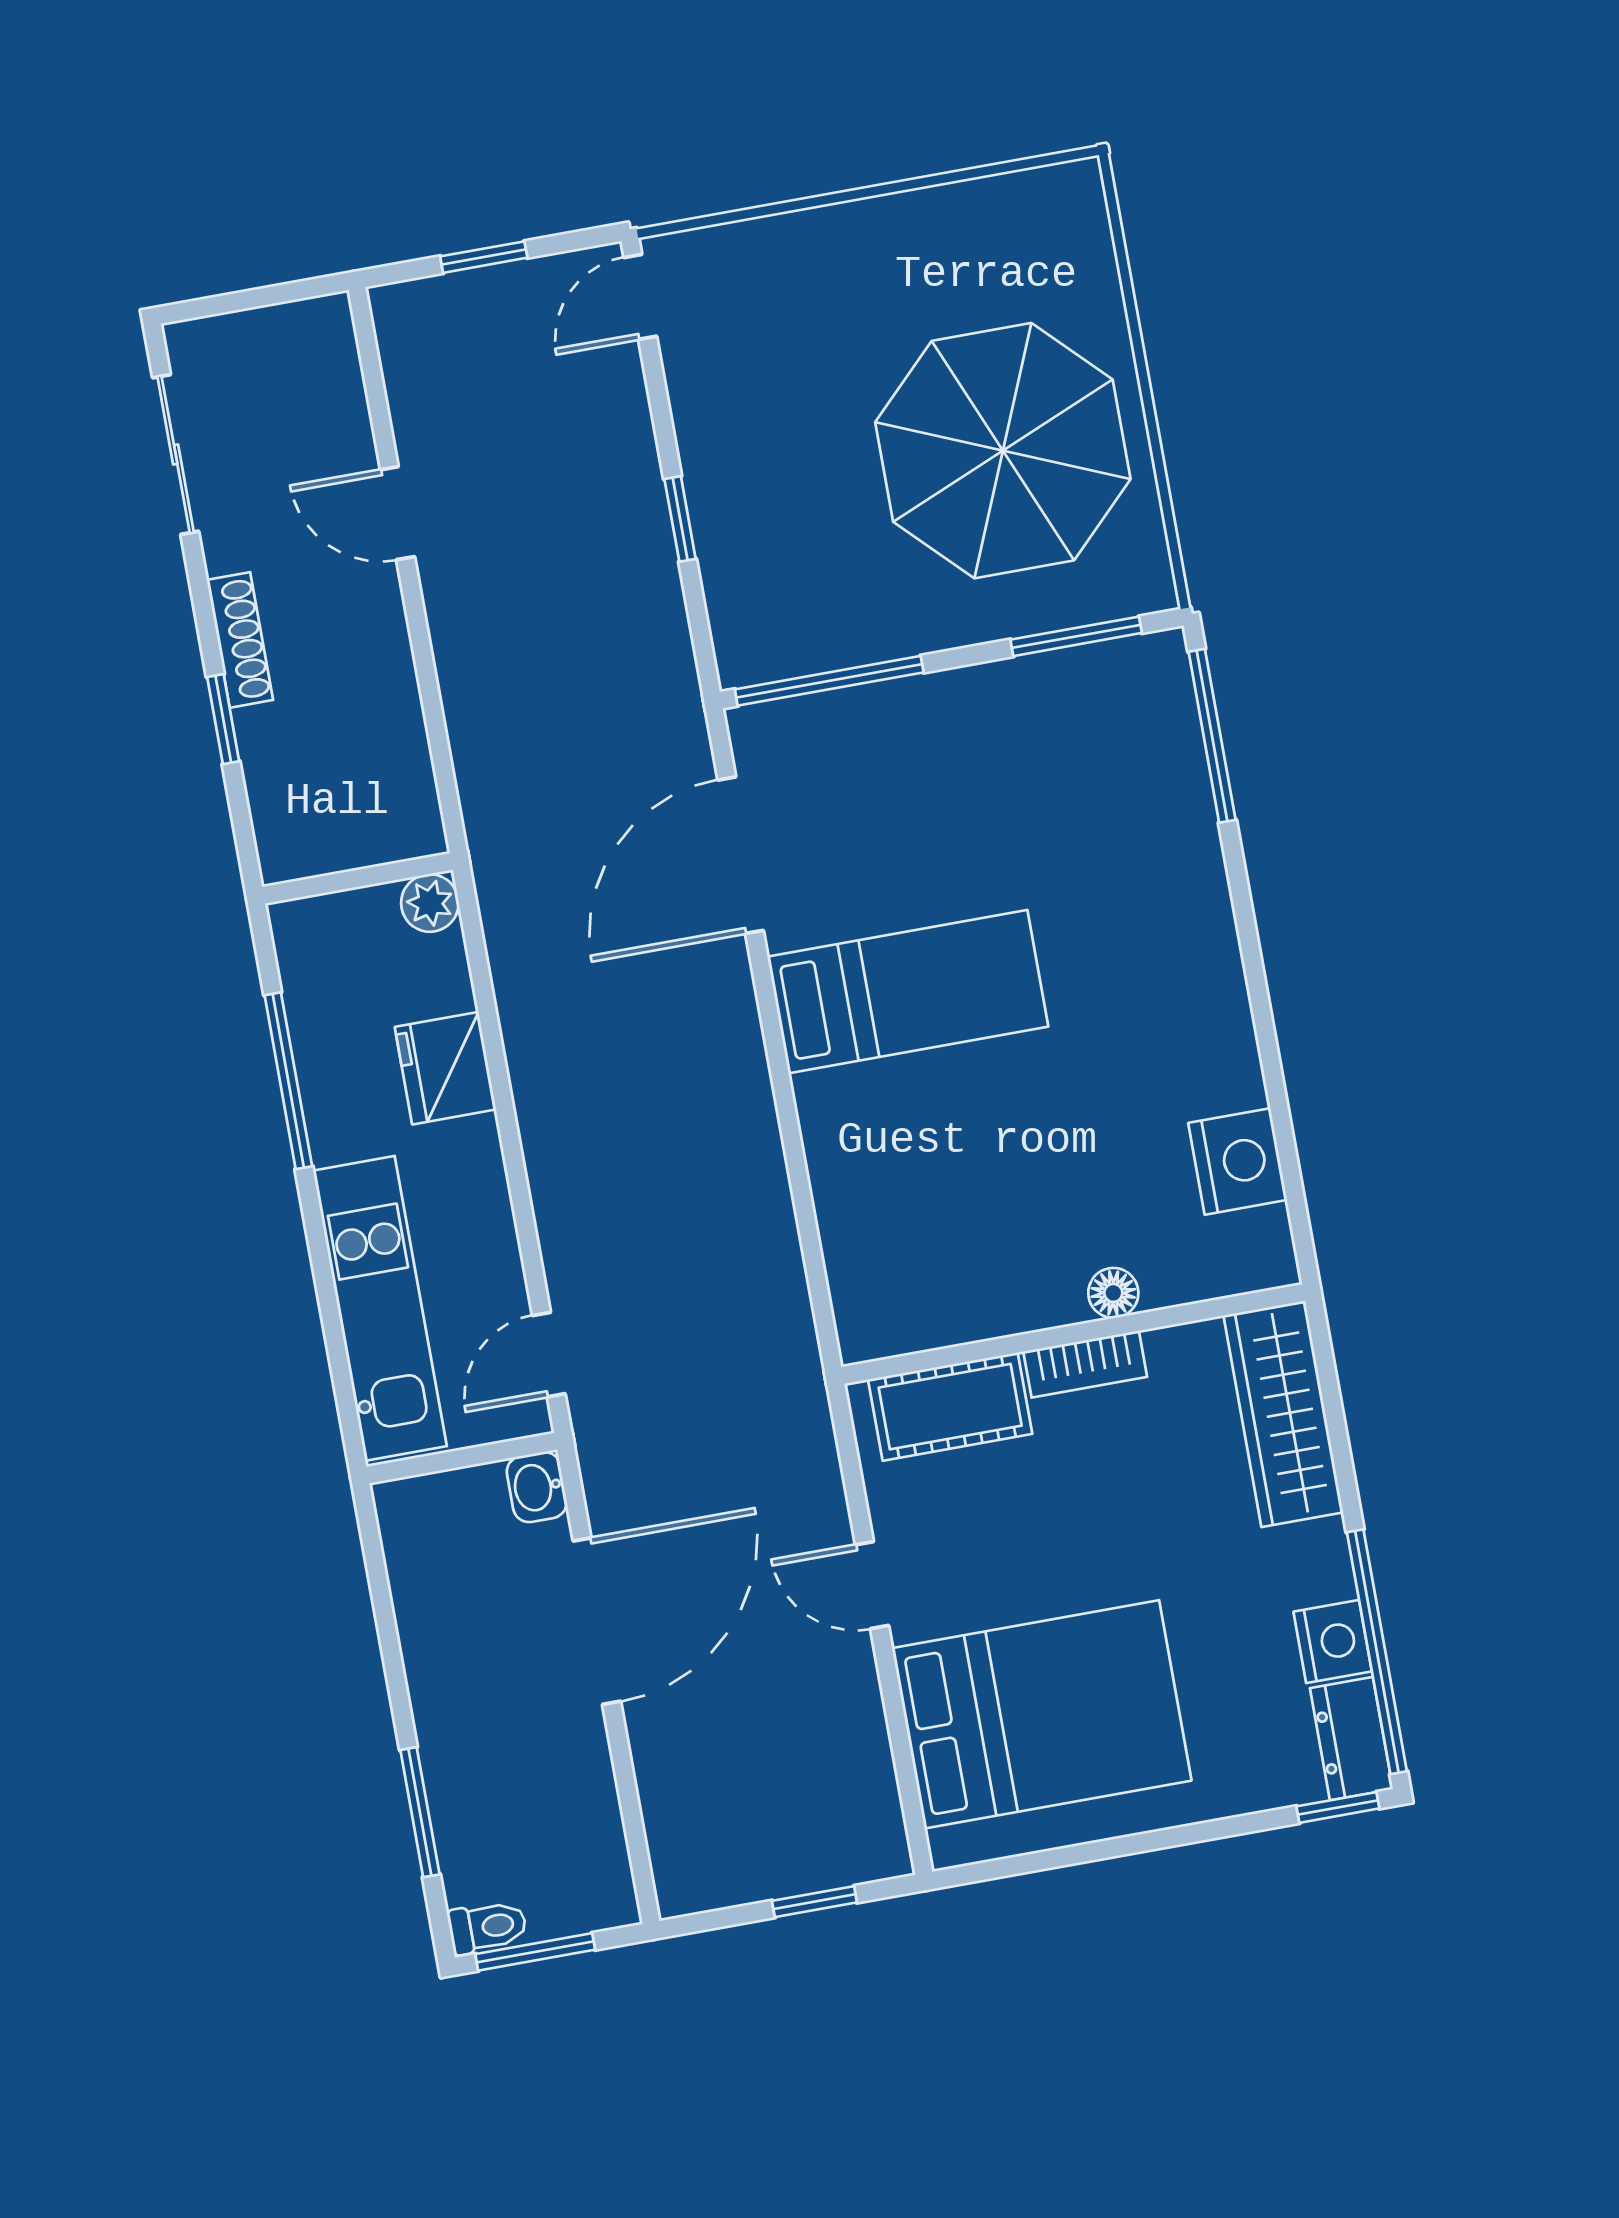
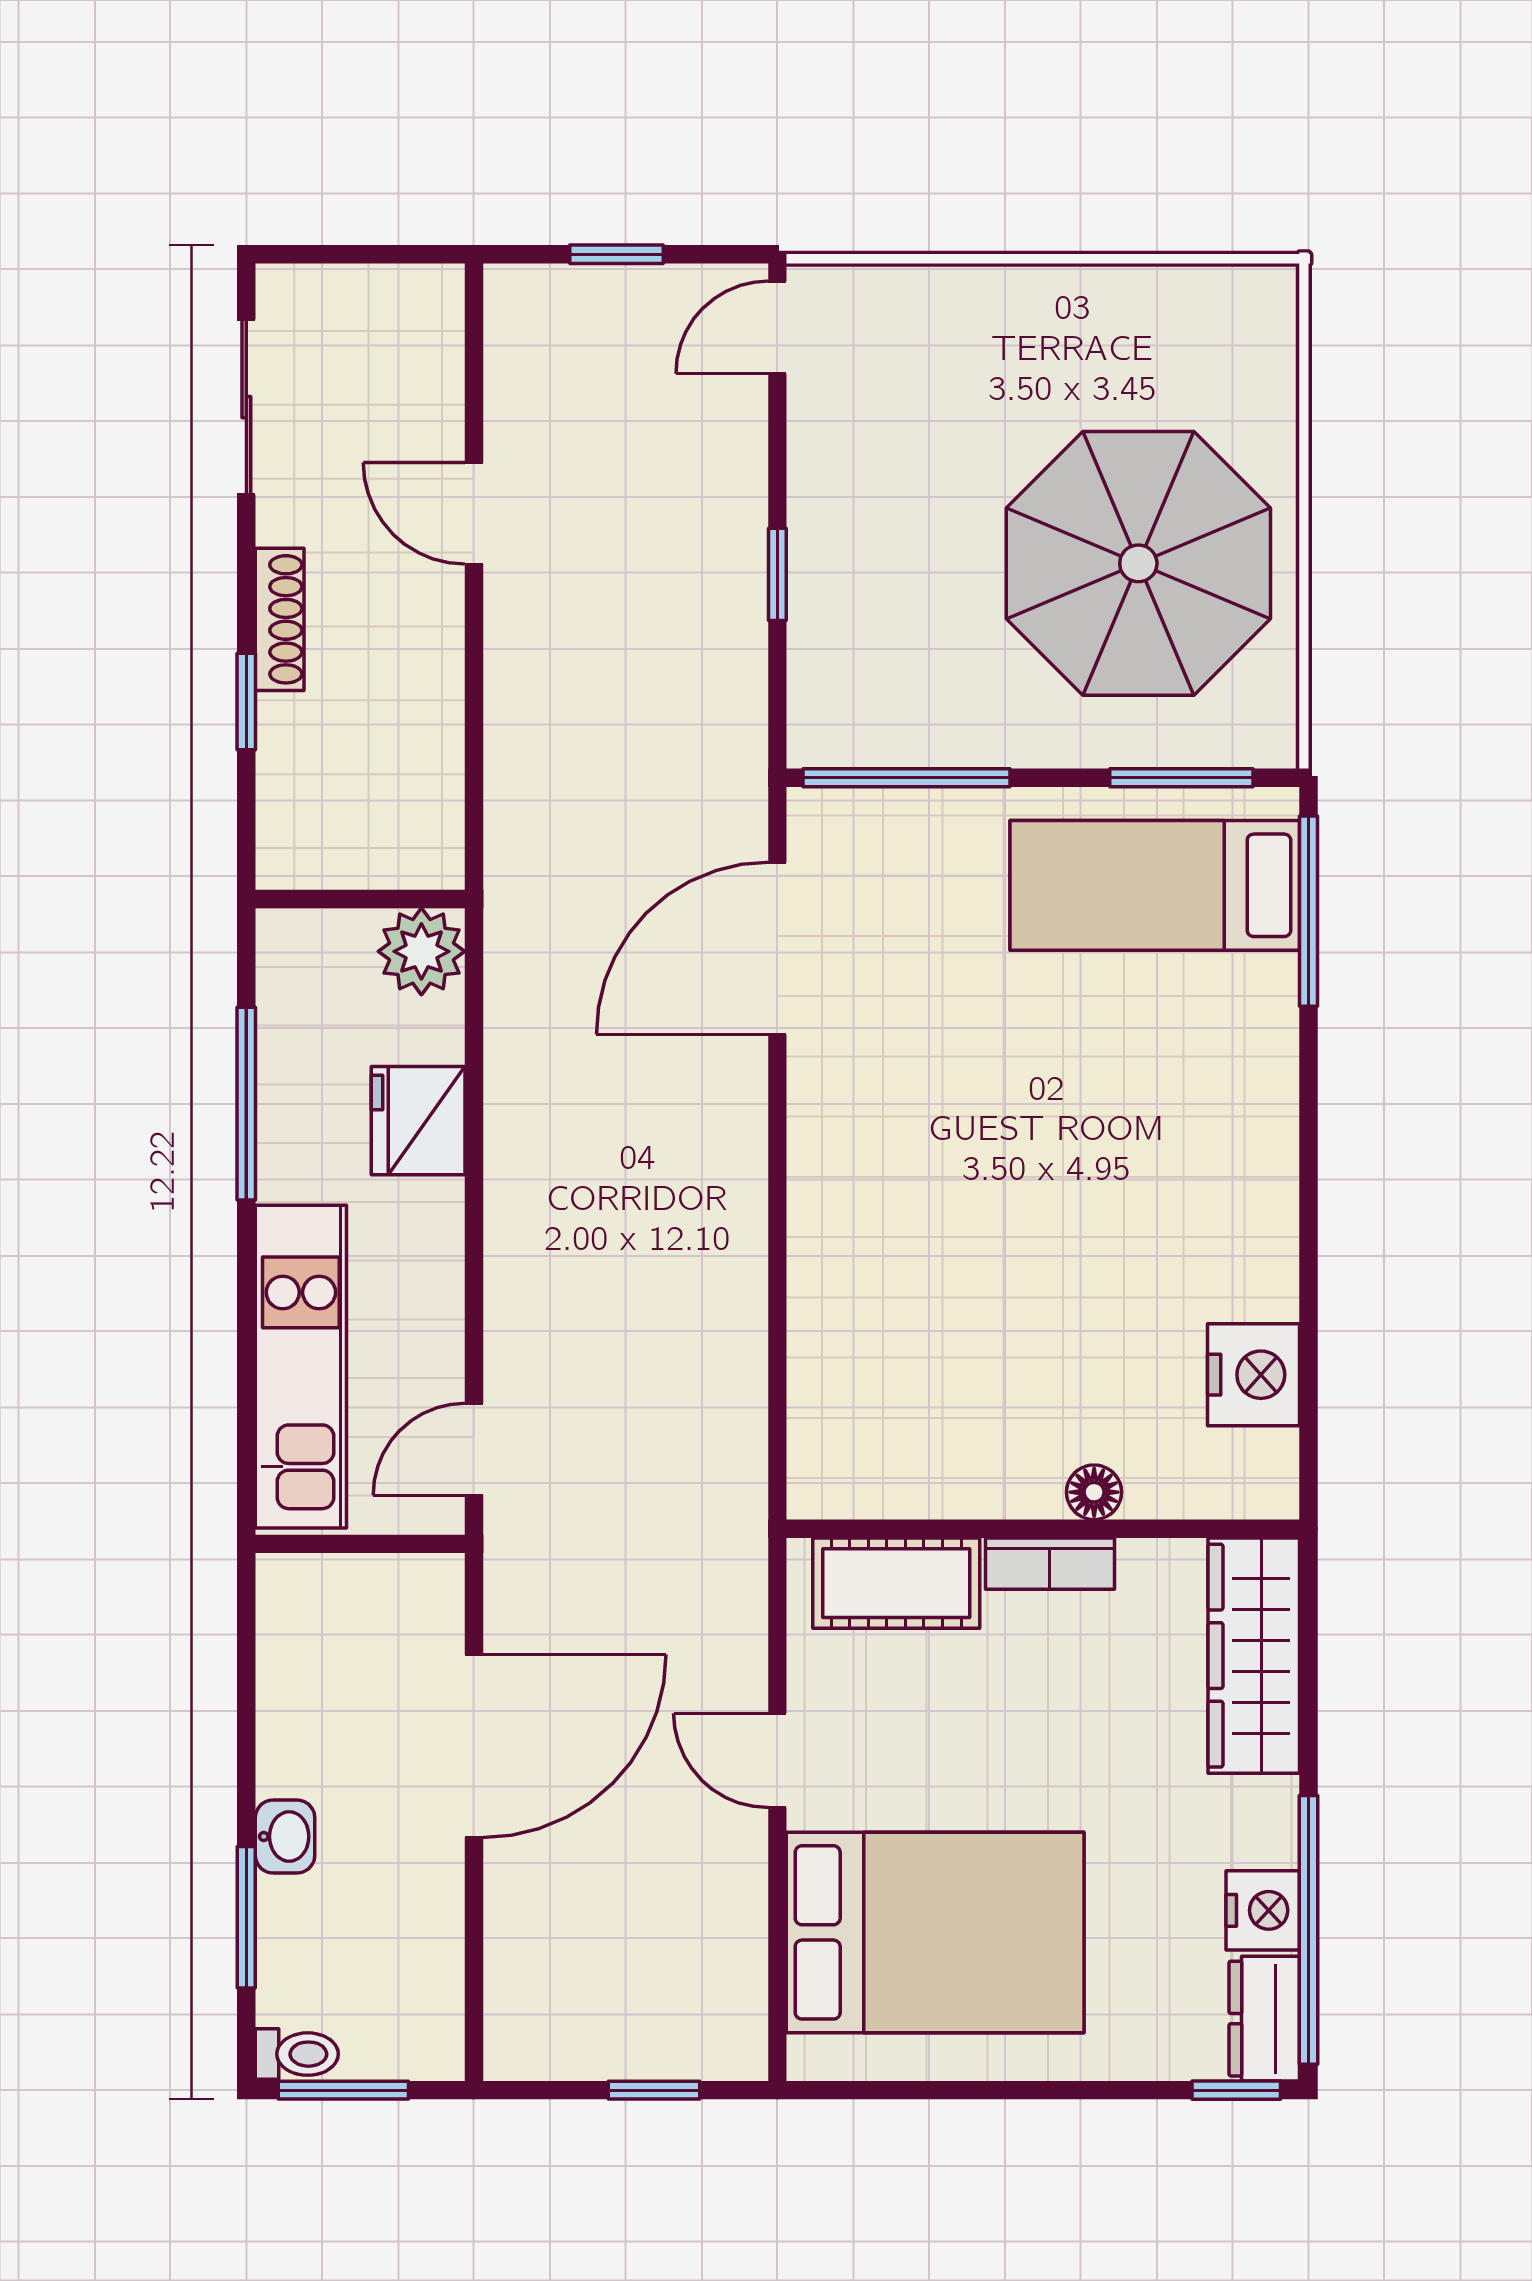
plant: (430, 903) -> (421, 951), width x1.38, depth x1.38
bed: (908, 992) -> (1155, 885), moved, turned 180
washbasin: (537, 1487) -> (285, 1837), moved, turned 180

